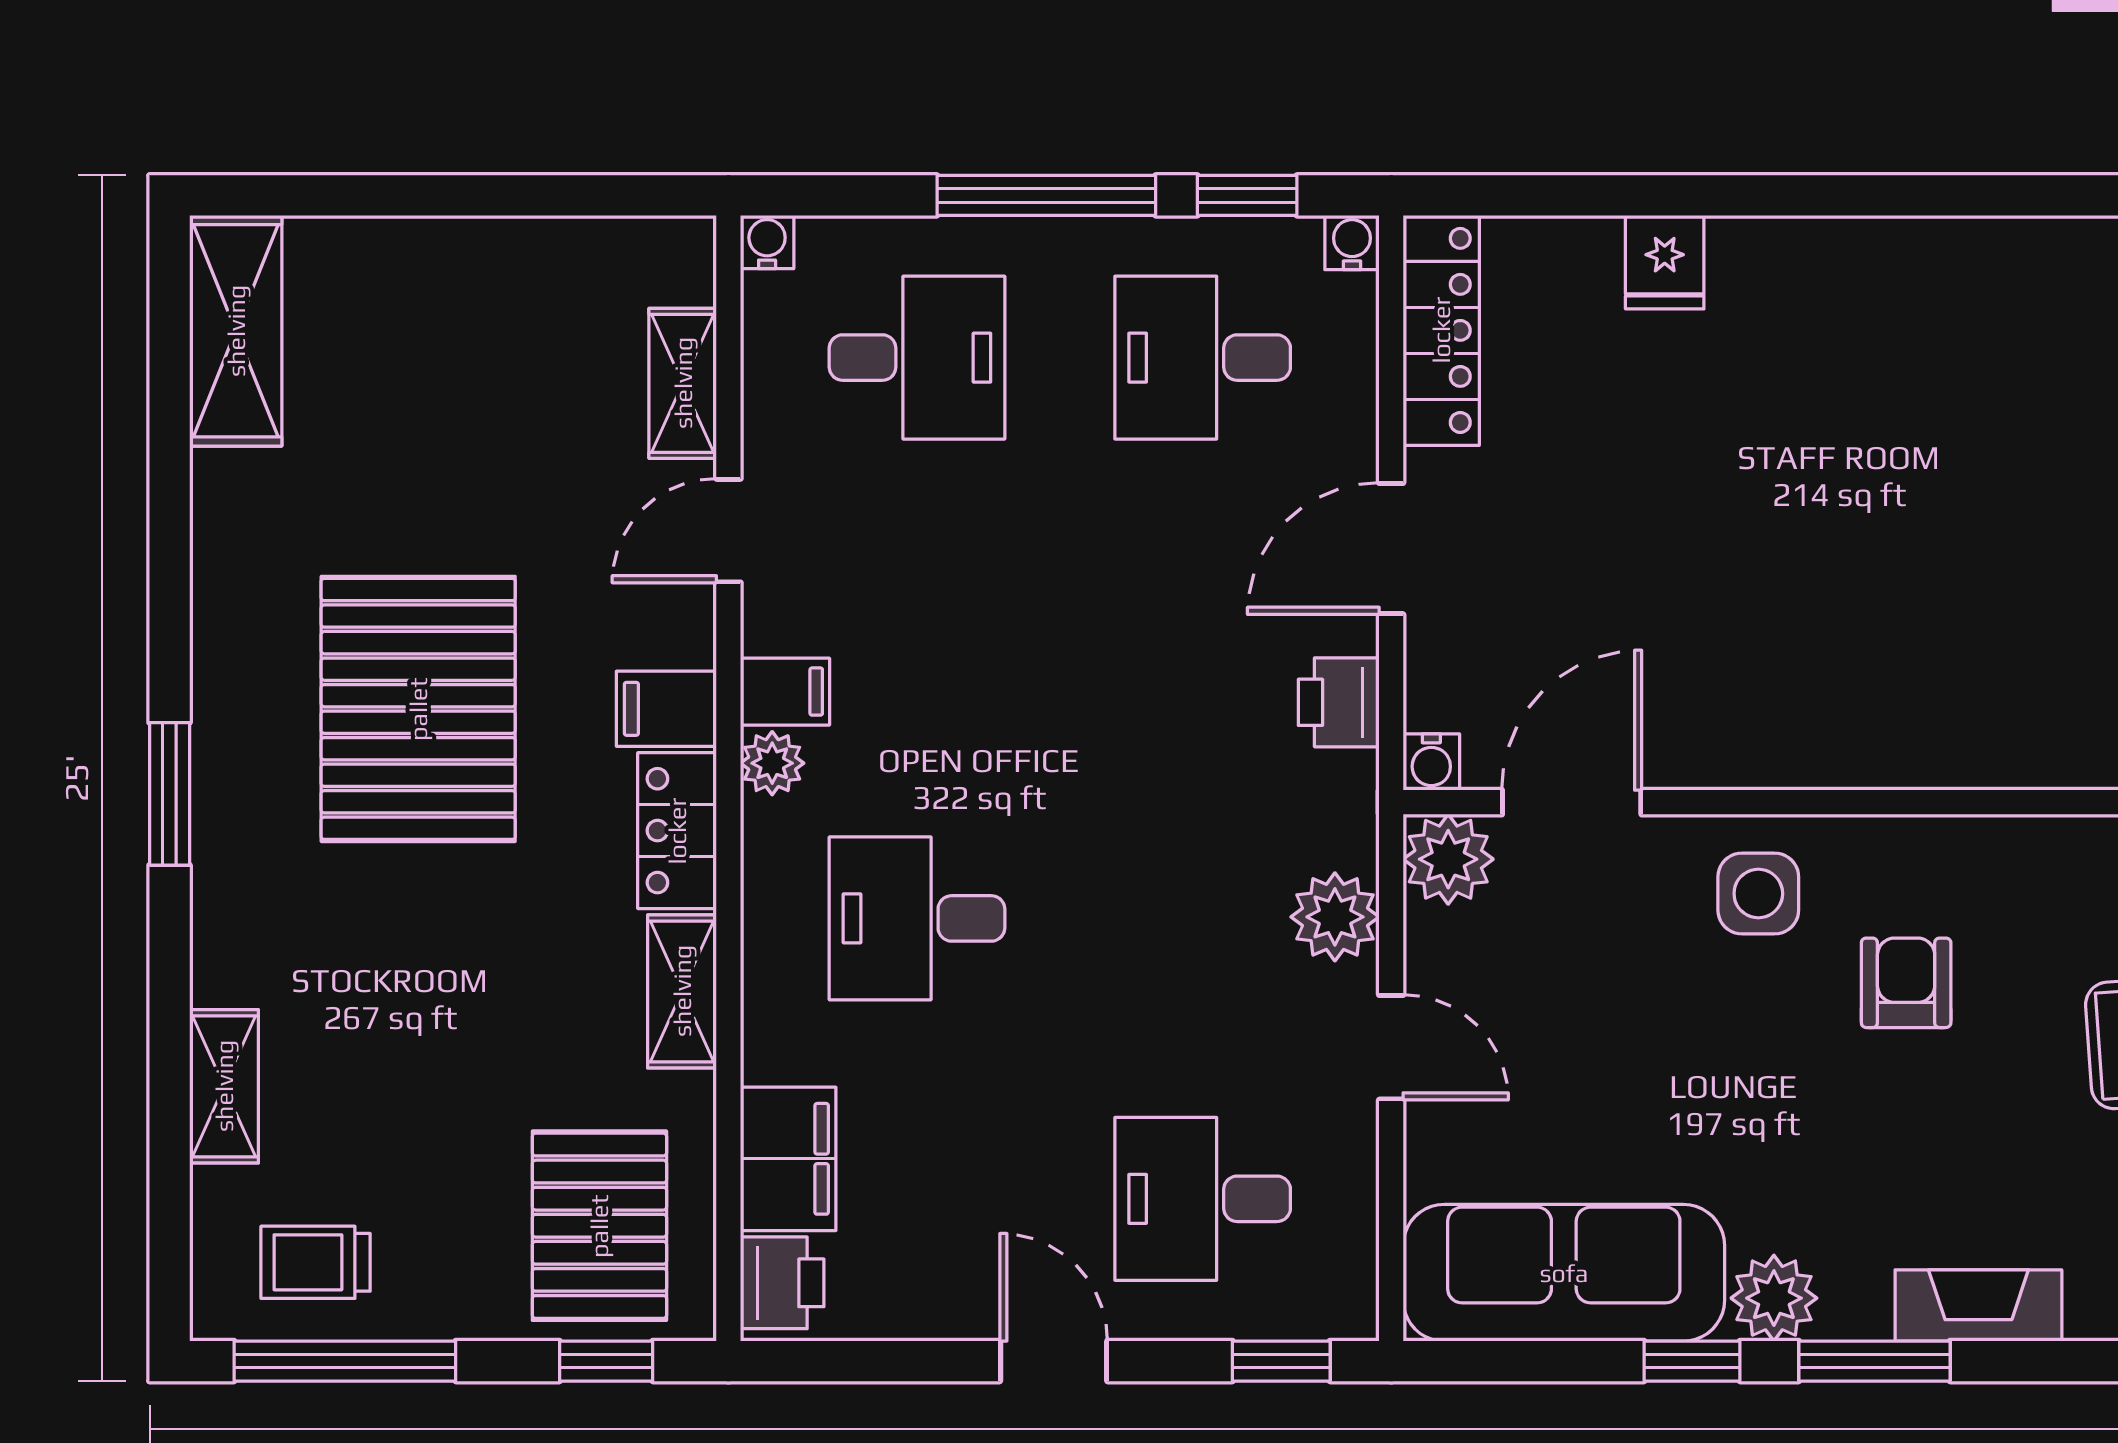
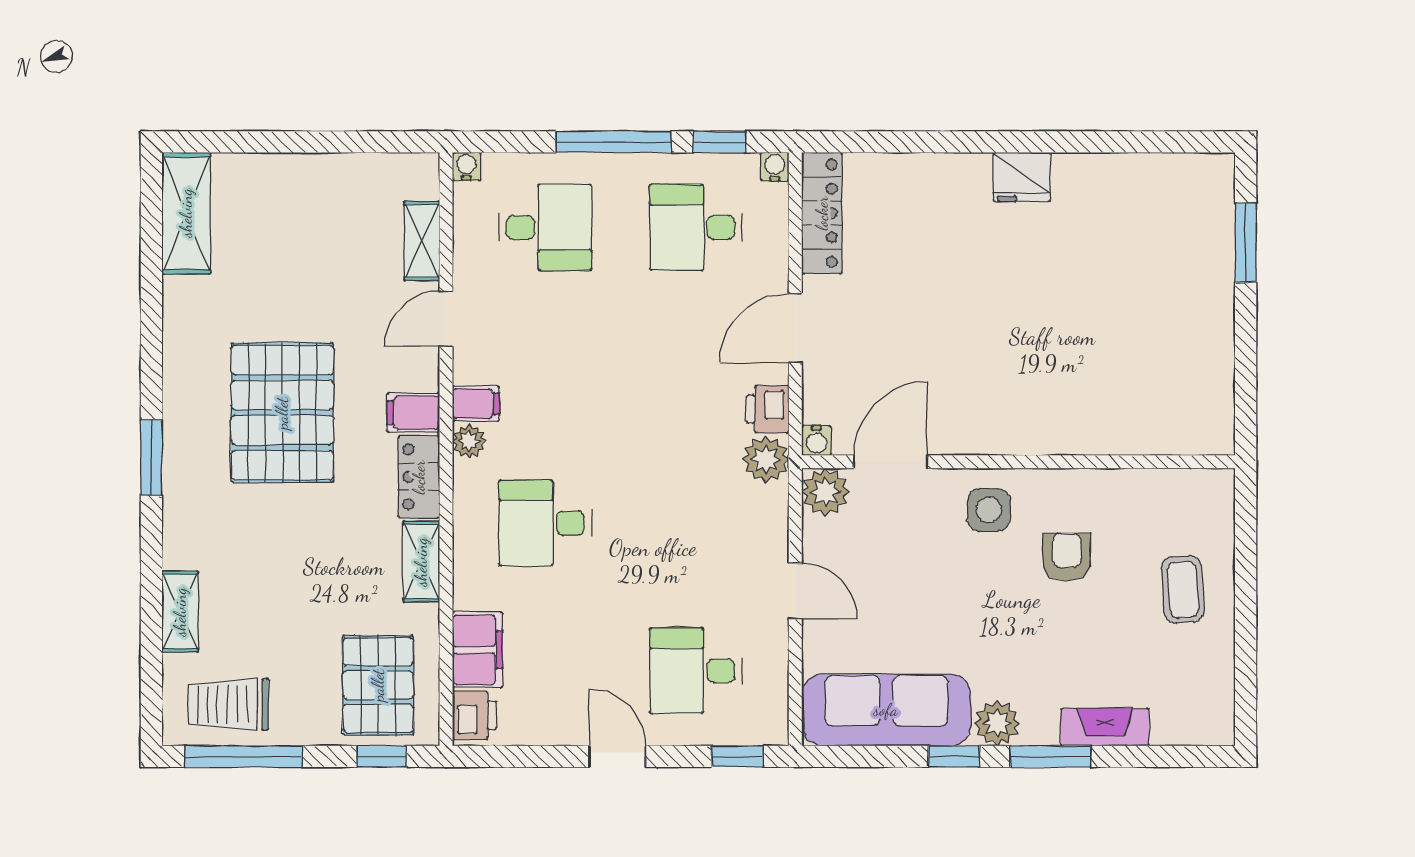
fridge: (1665, 262) -> (1022, 177), moved, width x1.38
plant: (1335, 917) -> (766, 459), moved
trolley: (316, 1262) -> (228, 704), width x1.36, depth x1.39

